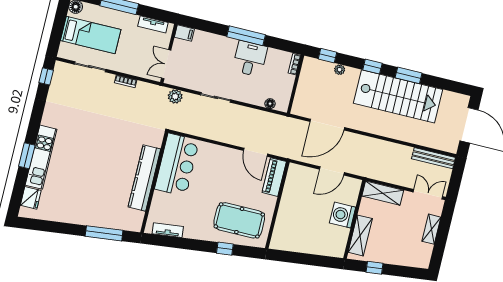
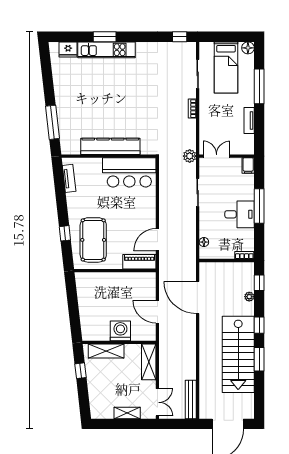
filing cabinet: (184, 33) -> (248, 166), moved
wall: (169, 53) -> (227, 156), moved
double door: (166, 64) -> (217, 156), moved

